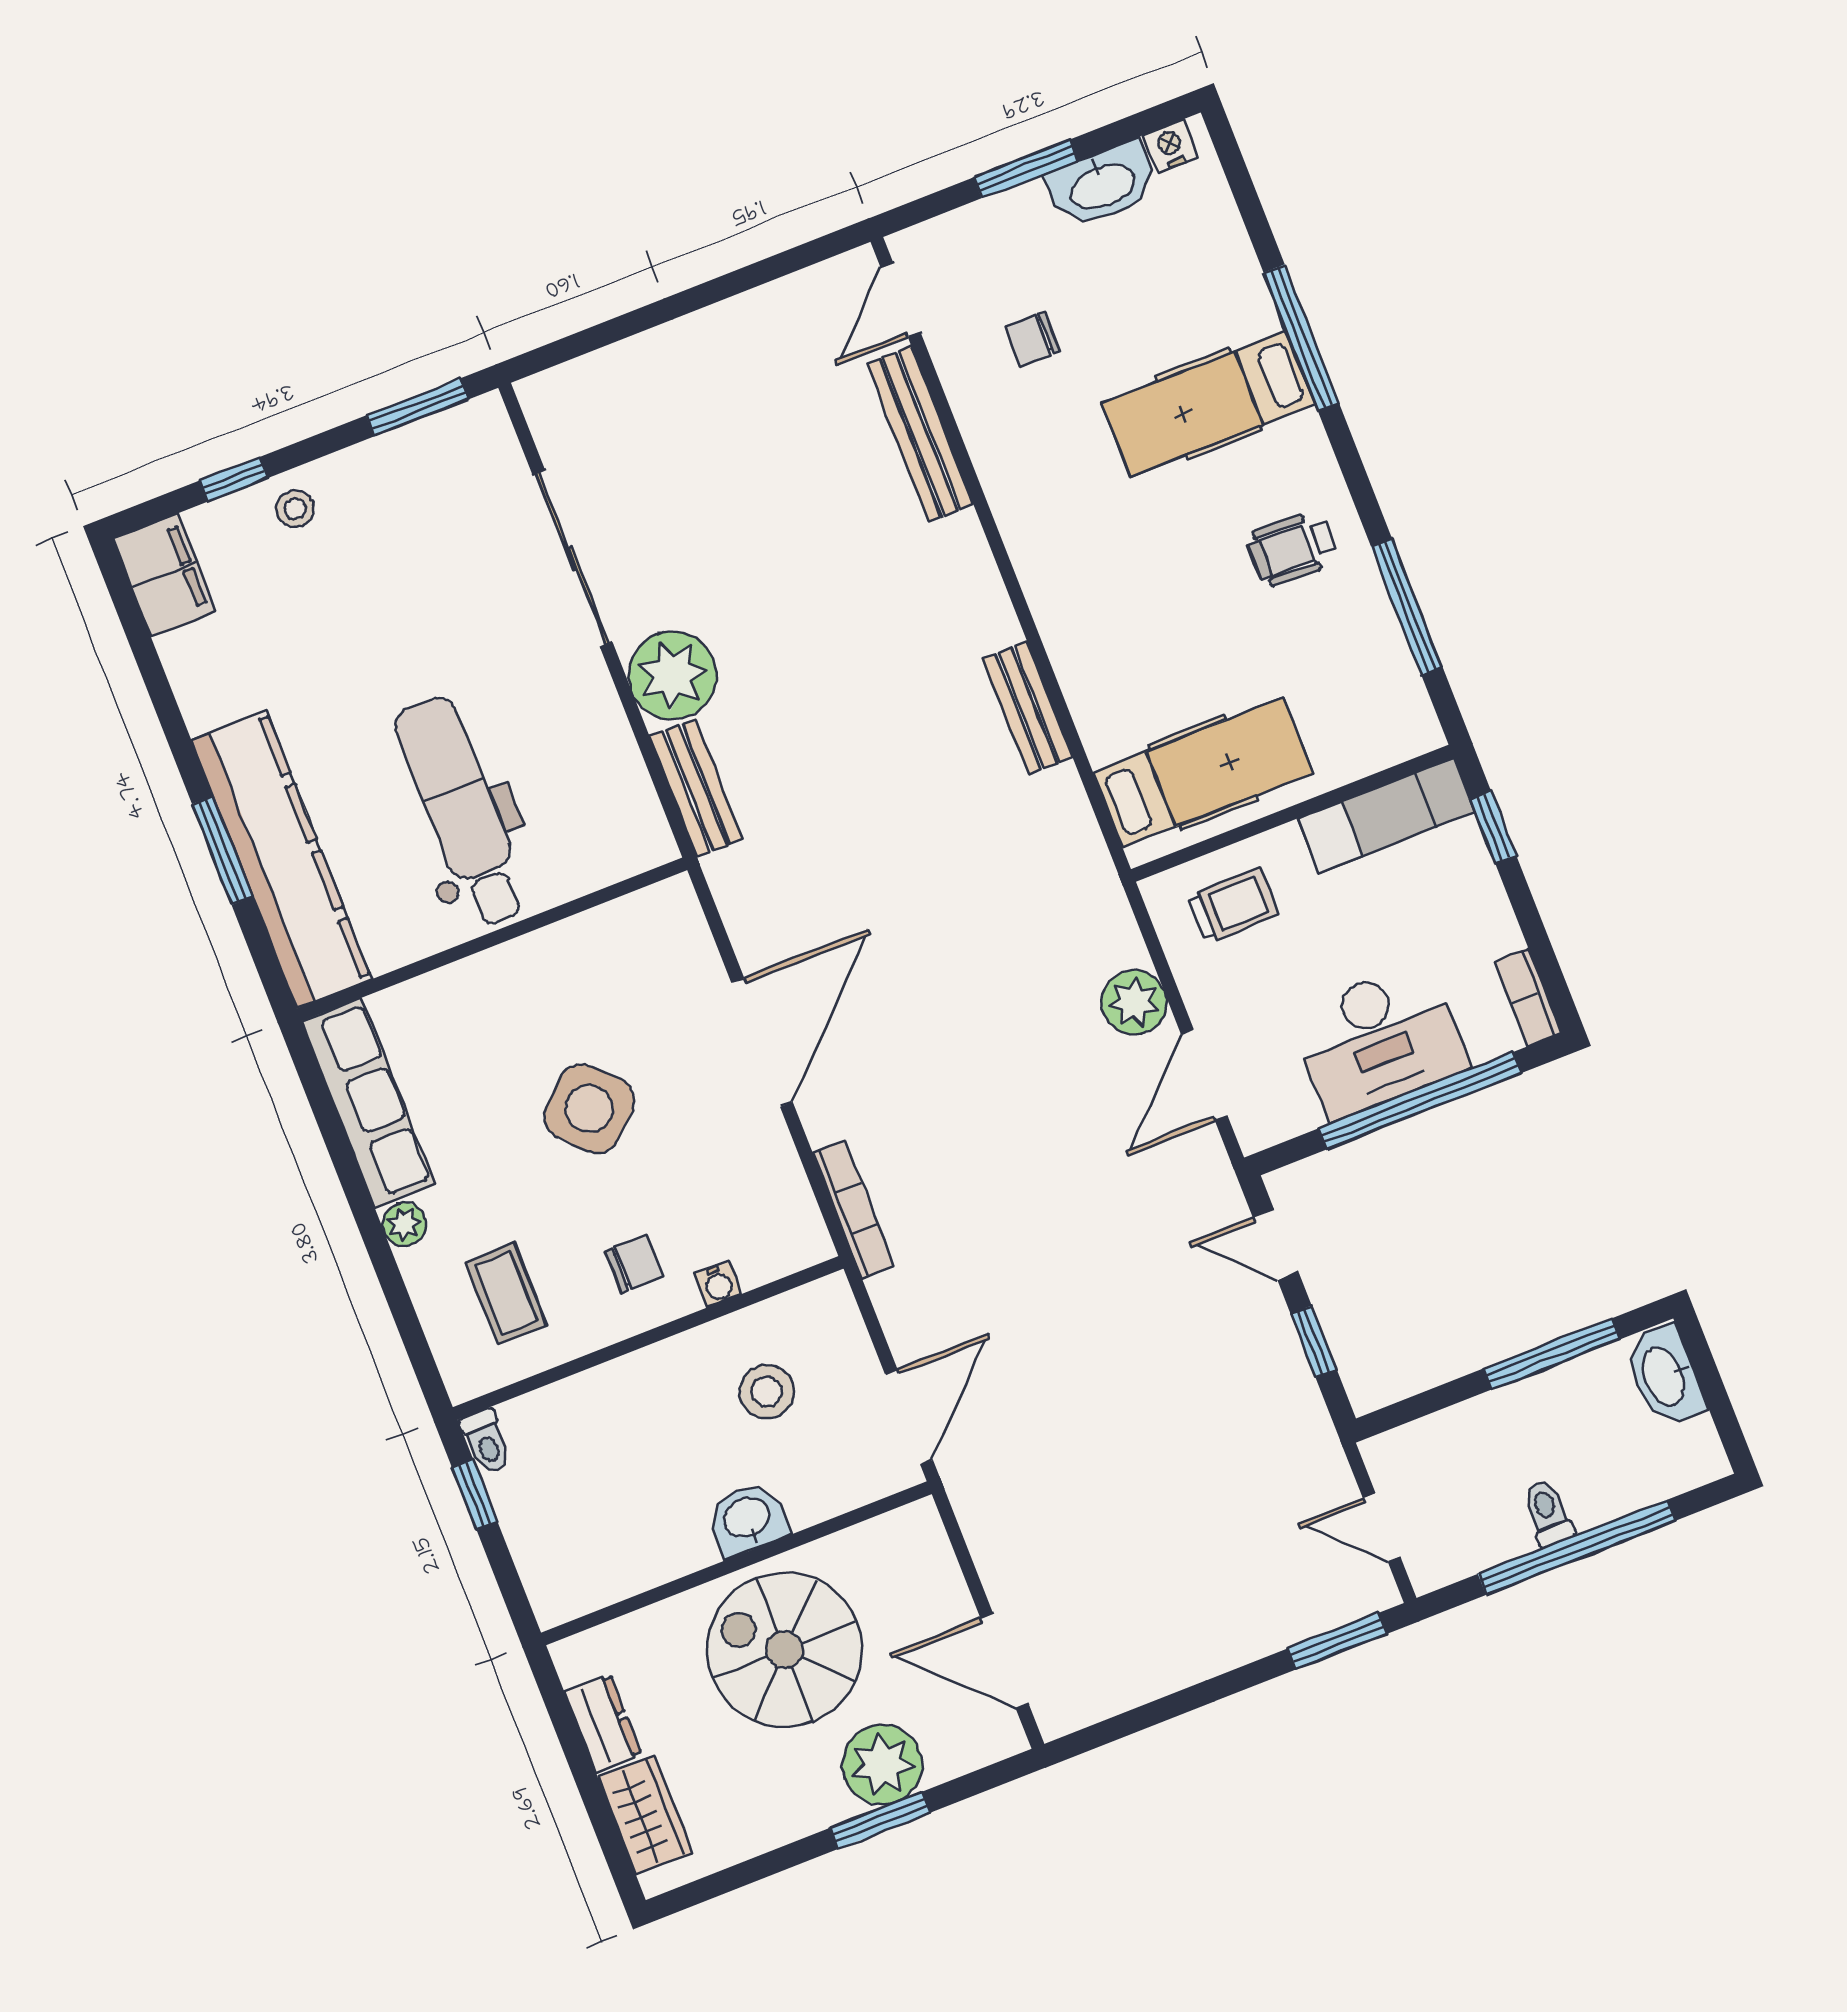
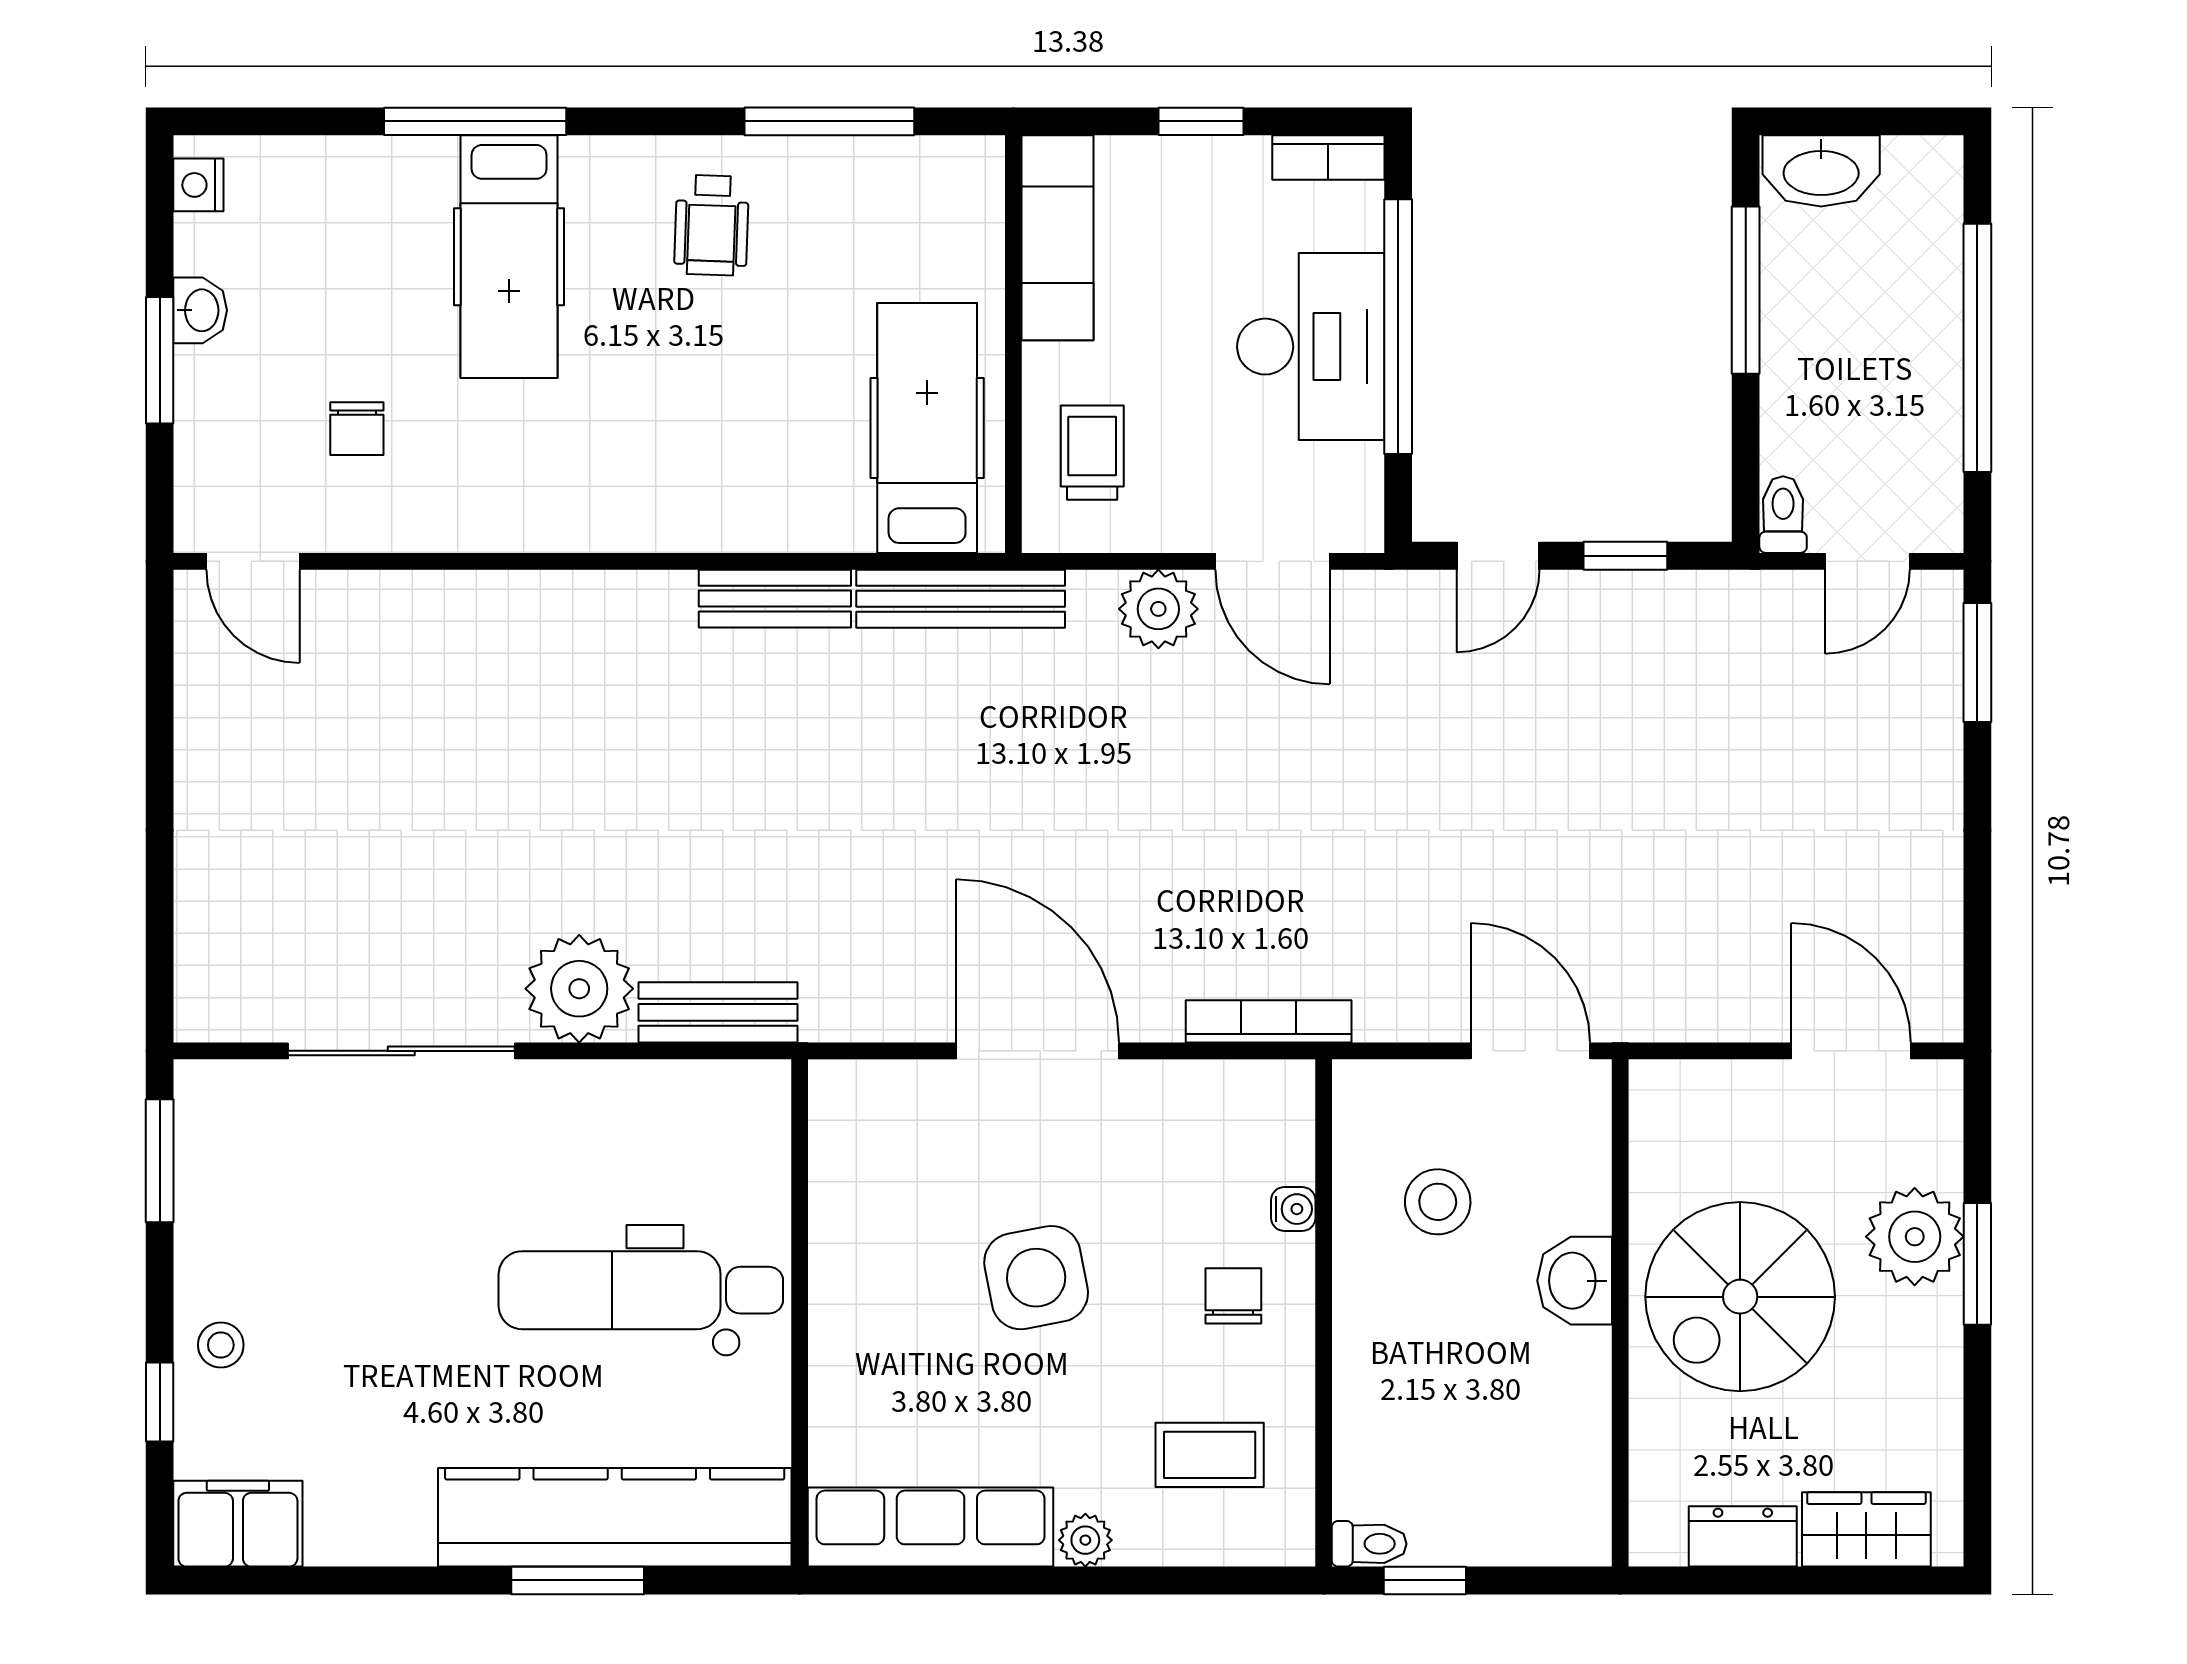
washbasin: (1102, 185) -> (200, 310), width x0.52, depth x0.69
bench: (920, 434) -> (961, 599), moved
window: (1493, 827) -> (1201, 121), moved
side table: (589, 1109) -> (1036, 1278), turned 33
toilet: (1548, 1513) -> (1783, 515), moved, turned 90
door: (1004, 1661) -> (1851, 1051), swing flipped

